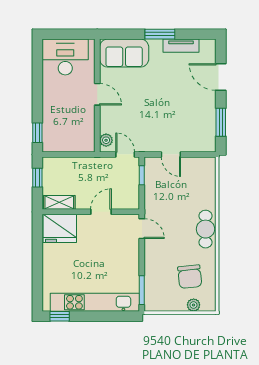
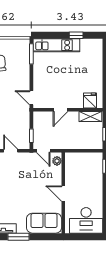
fridge: (60, 228) -> (90, 101), width x0.53, depth x0.75
kitchen unit: (95, 302) -> (56, 45), width x0.73
window: (60, 316) -> (76, 35), moved

